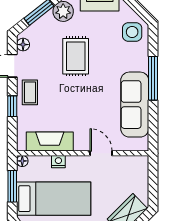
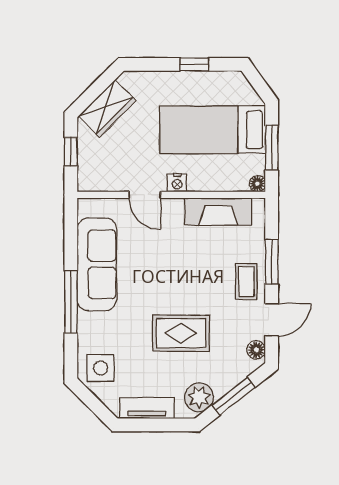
rug: (76, 56) -> (181, 333), turned 90
window: (12, 106) -> (272, 262), width x1.50
nightstand: (58, 162) -> (177, 183), moved
window: (153, 183) -> (71, 152), added

